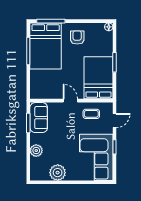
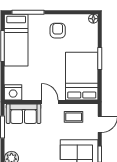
bed: (46, 46) -> (16, 40), width x0.67
nightstand: (38, 92) -> (13, 92), added
sofa: (39, 118) -> (24, 114), moved, turned 90

